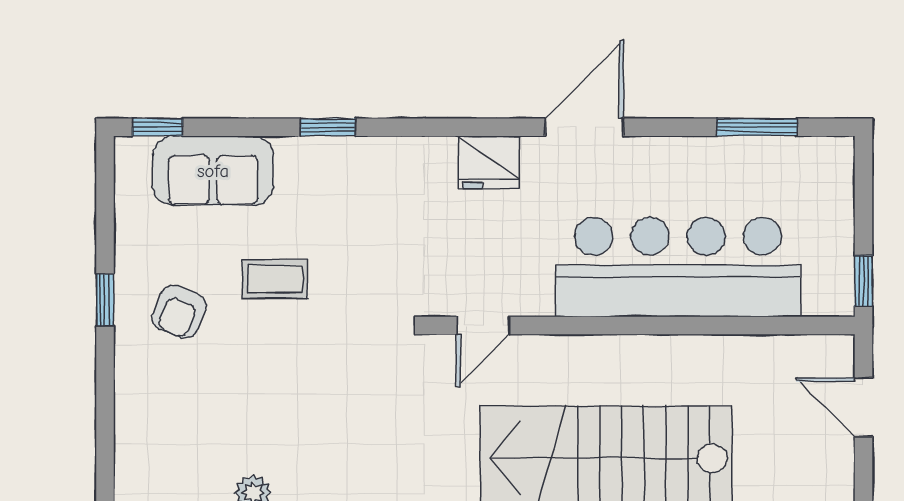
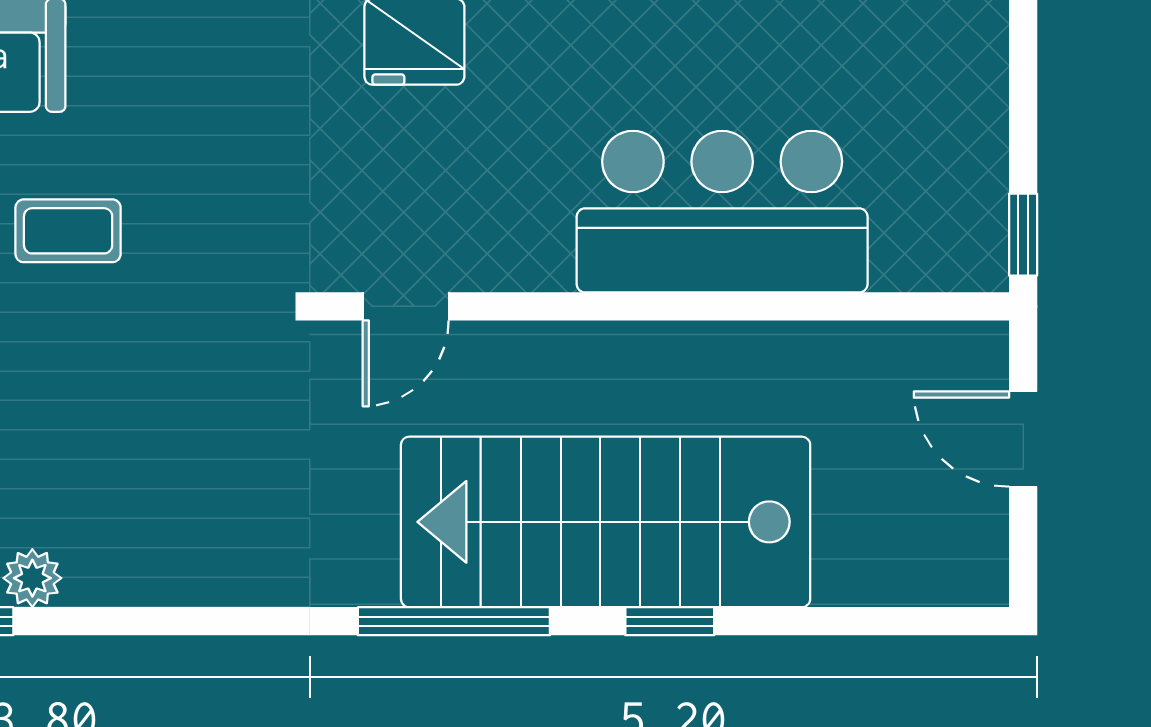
bar counter: (678, 267) -> (722, 212), width x0.73

